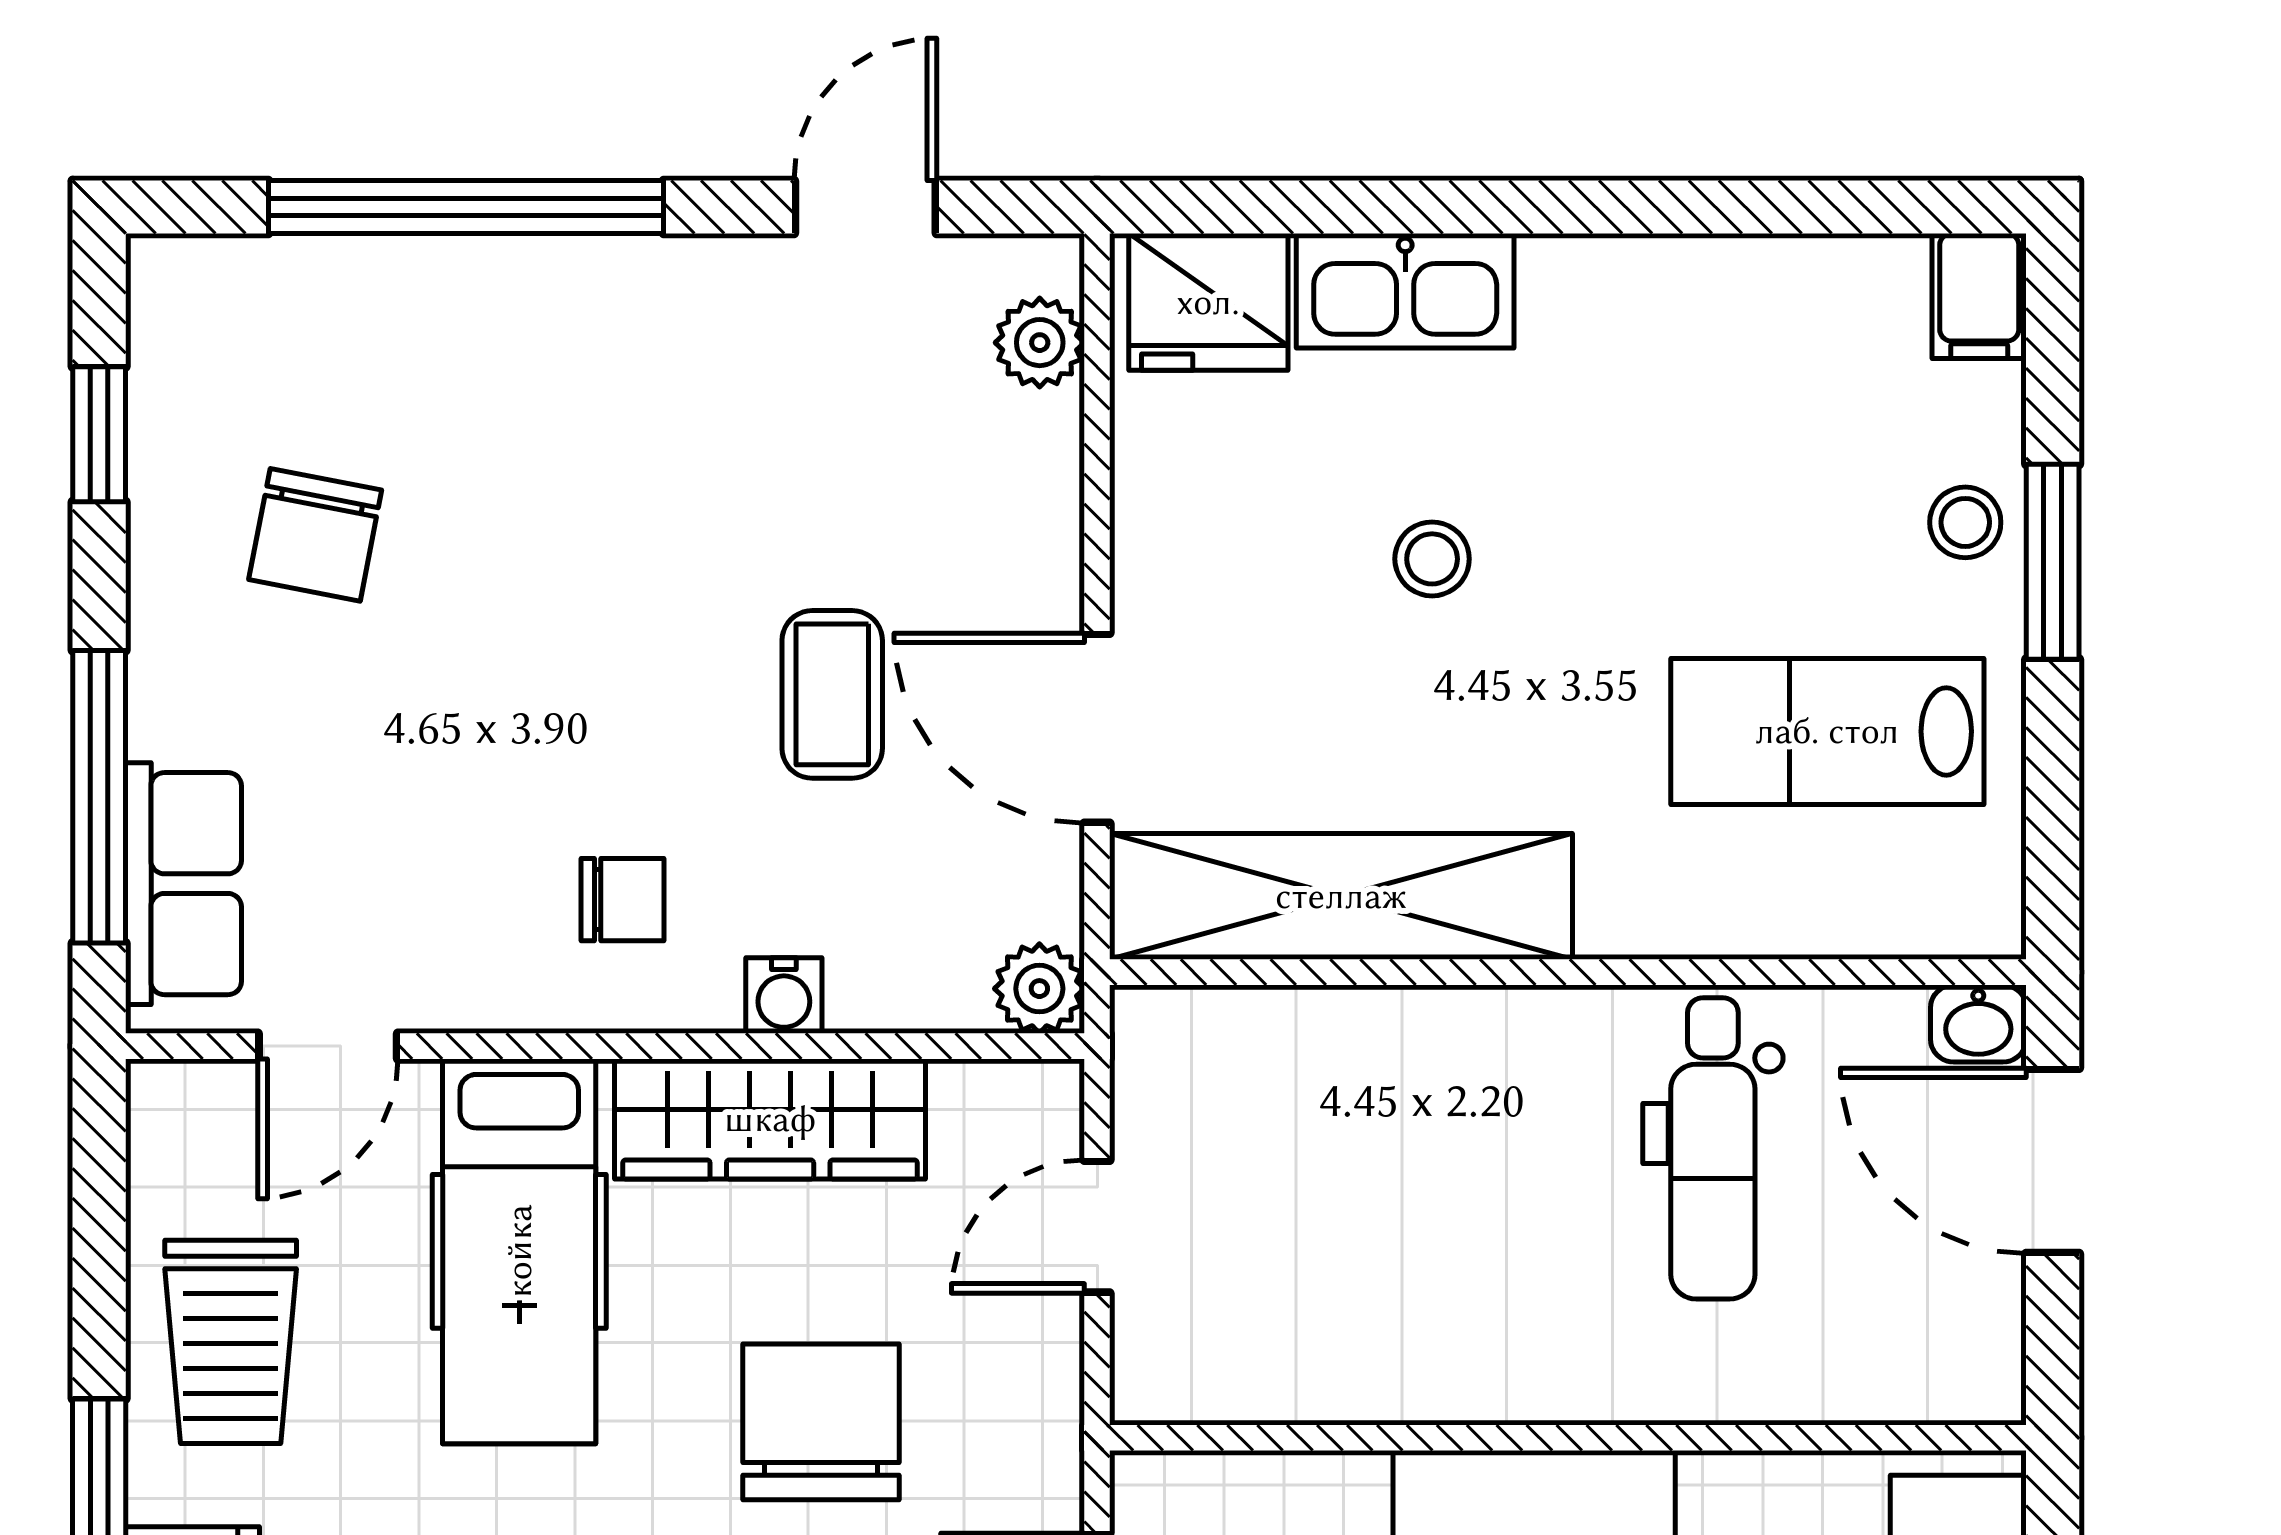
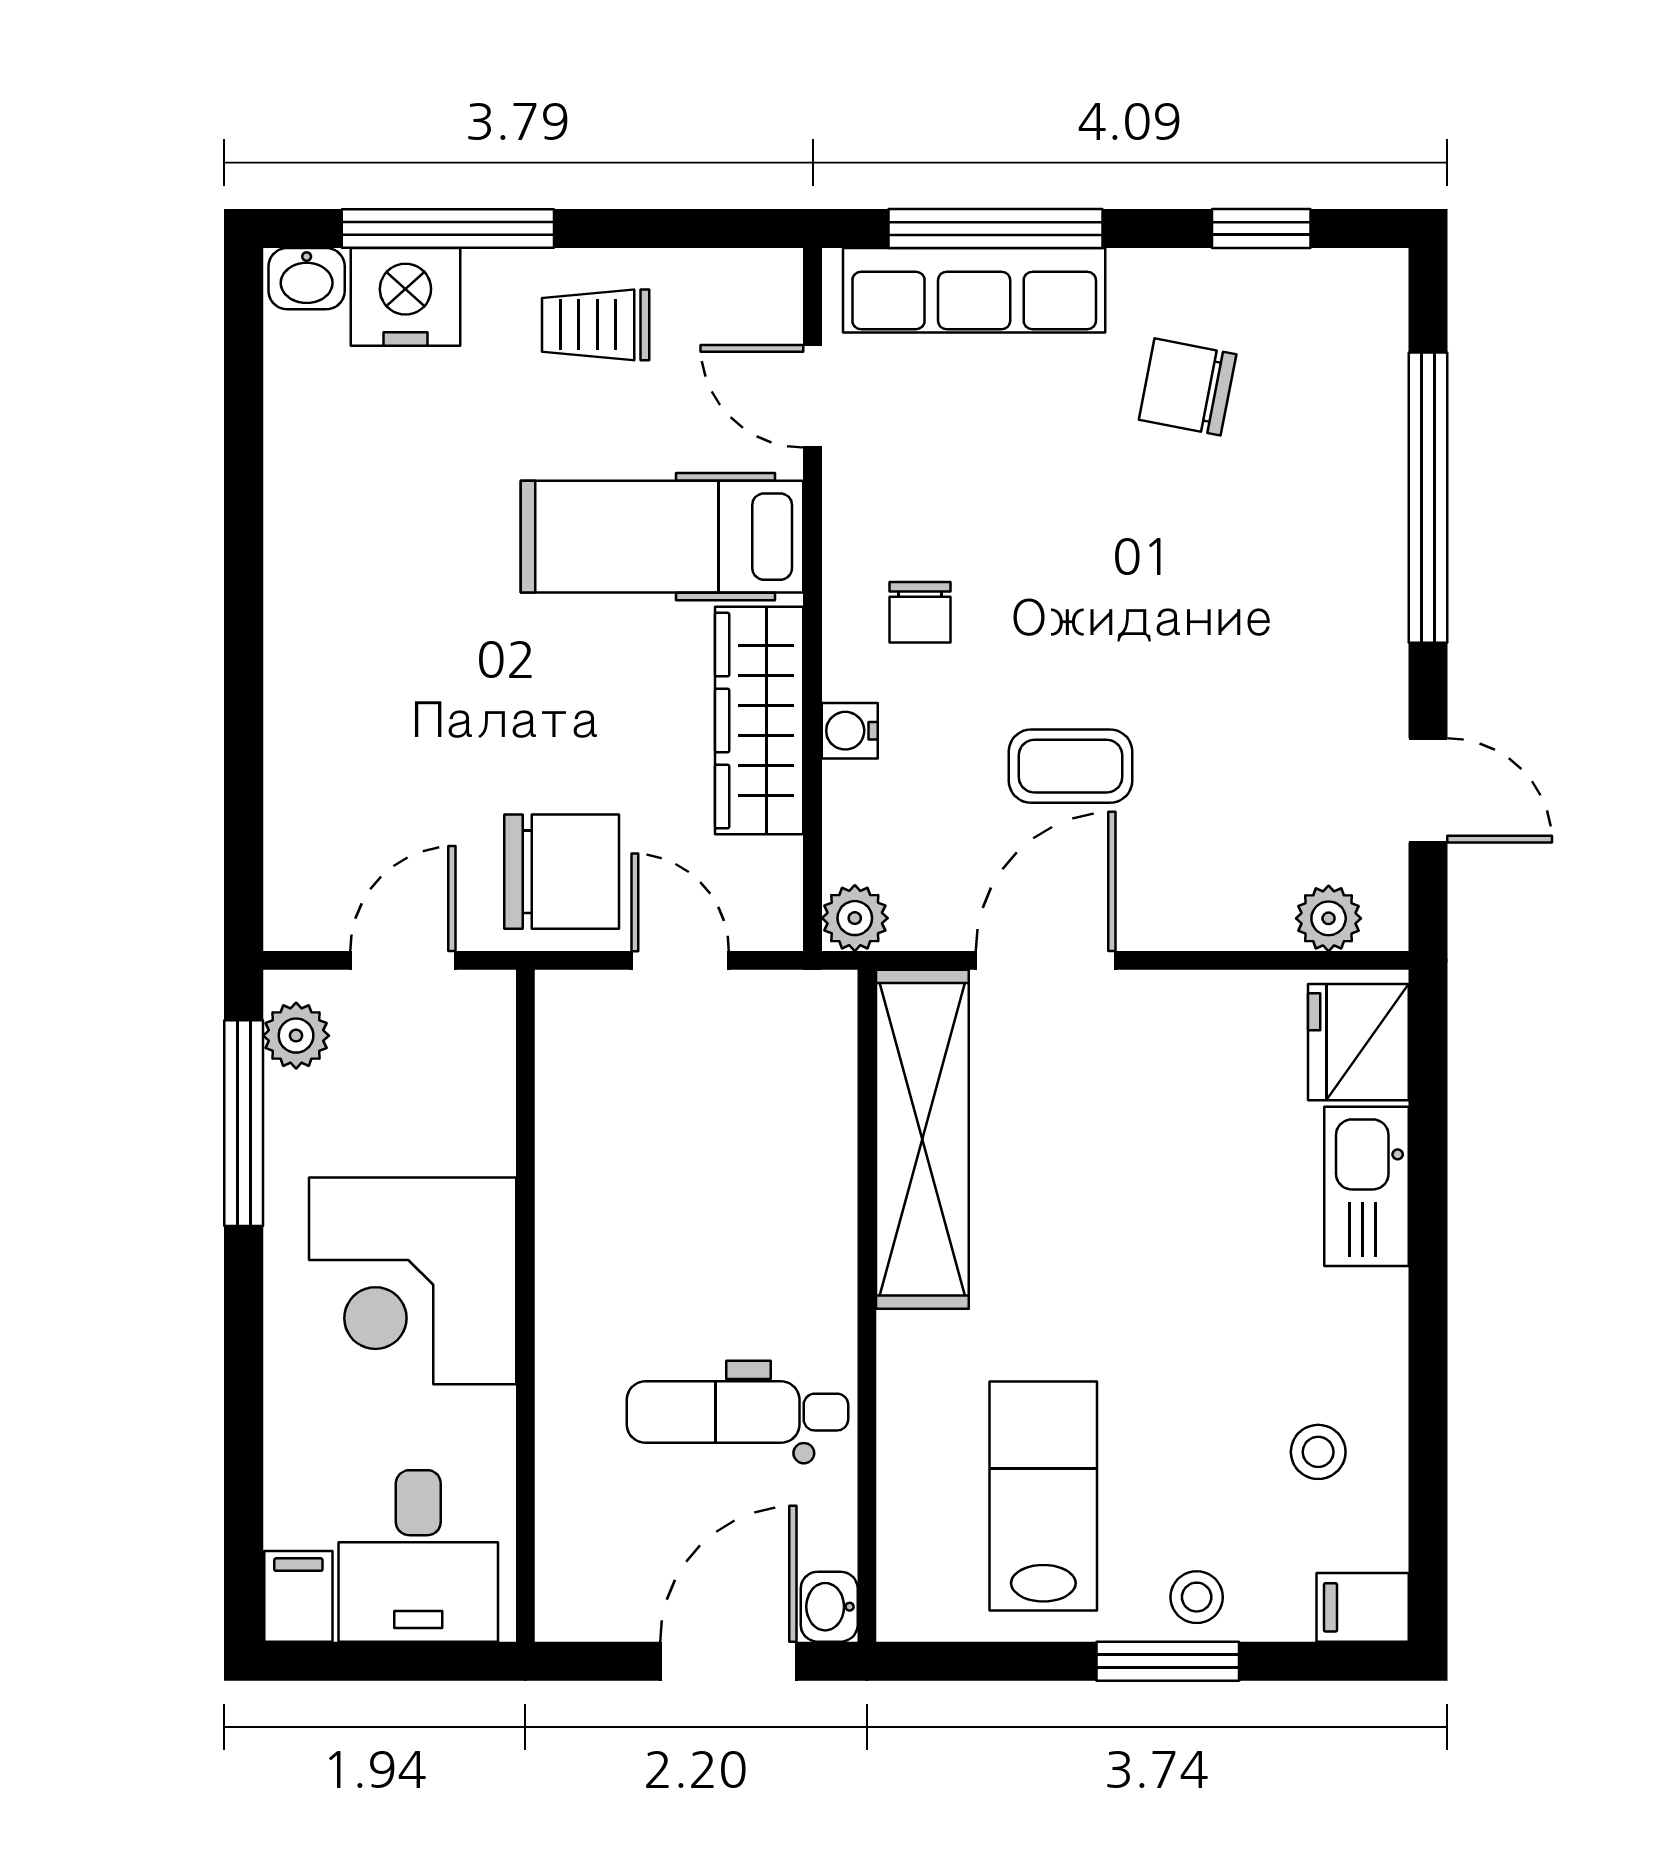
stool: (1432, 559) -> (1318, 1452), moved
row of seats: (183, 884) -> (974, 290), width x1.48
trolley: (231, 1342) -> (596, 325), width x0.73, depth x0.72
chair: (821, 1422) -> (562, 872), moved

